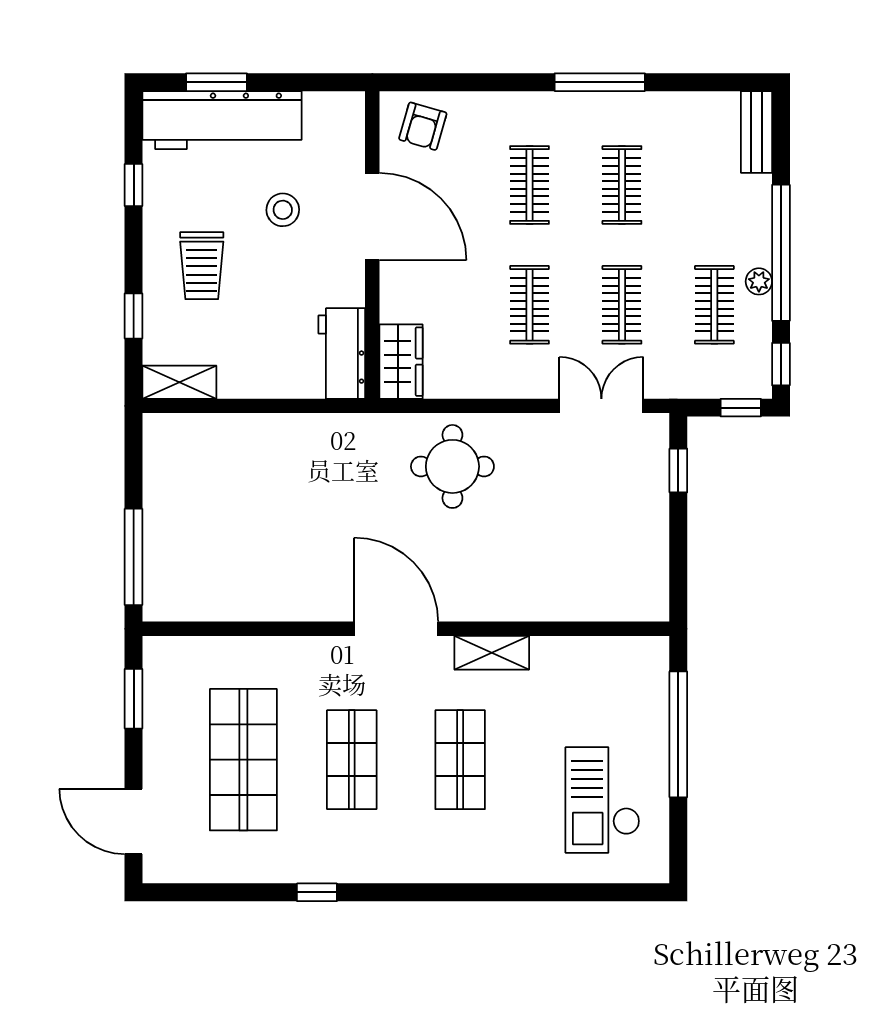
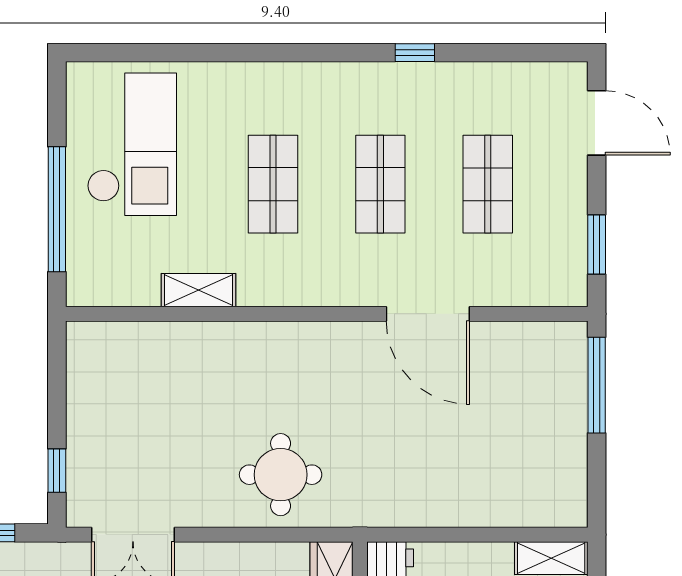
door: (396, 629) -> (428, 314), moved
shelving: (492, 653) -> (199, 290), moved
shop shelf: (243, 760) -> (488, 184), width x0.70, depth x0.74
checkout: (603, 800) -> (132, 144), width x1.36, depth x1.21

